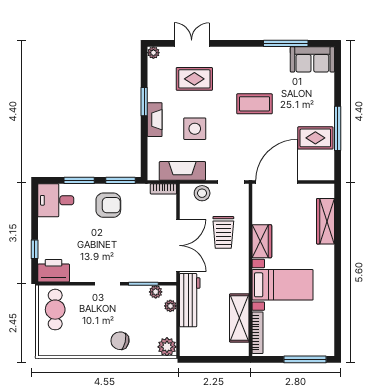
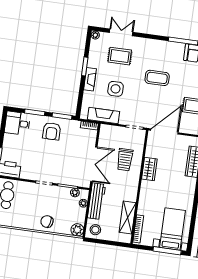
stool: (202, 193) -> (95, 230), moved
armchair: (108, 205) -> (52, 131), turned 90
bed with nightstands: (283, 285) -> (173, 229), moved, turned -90

